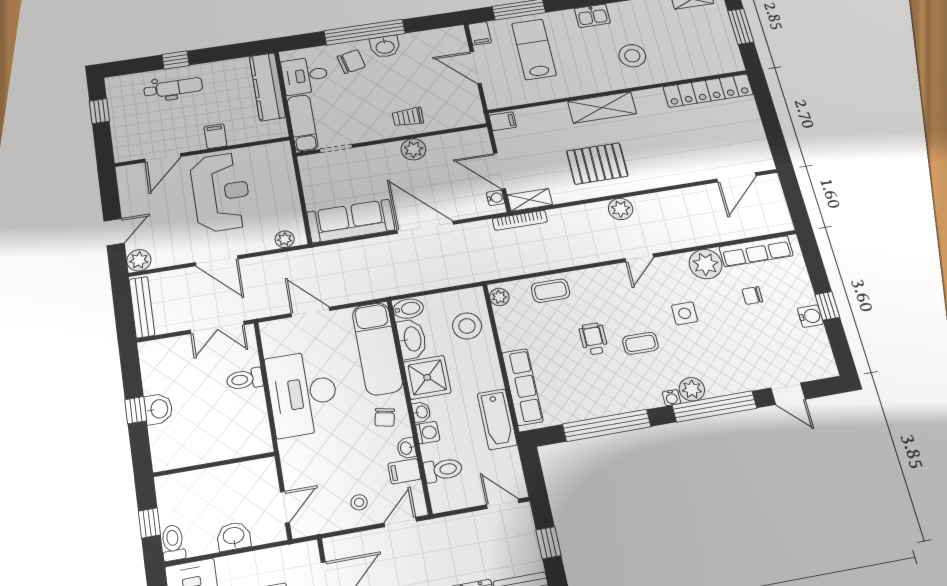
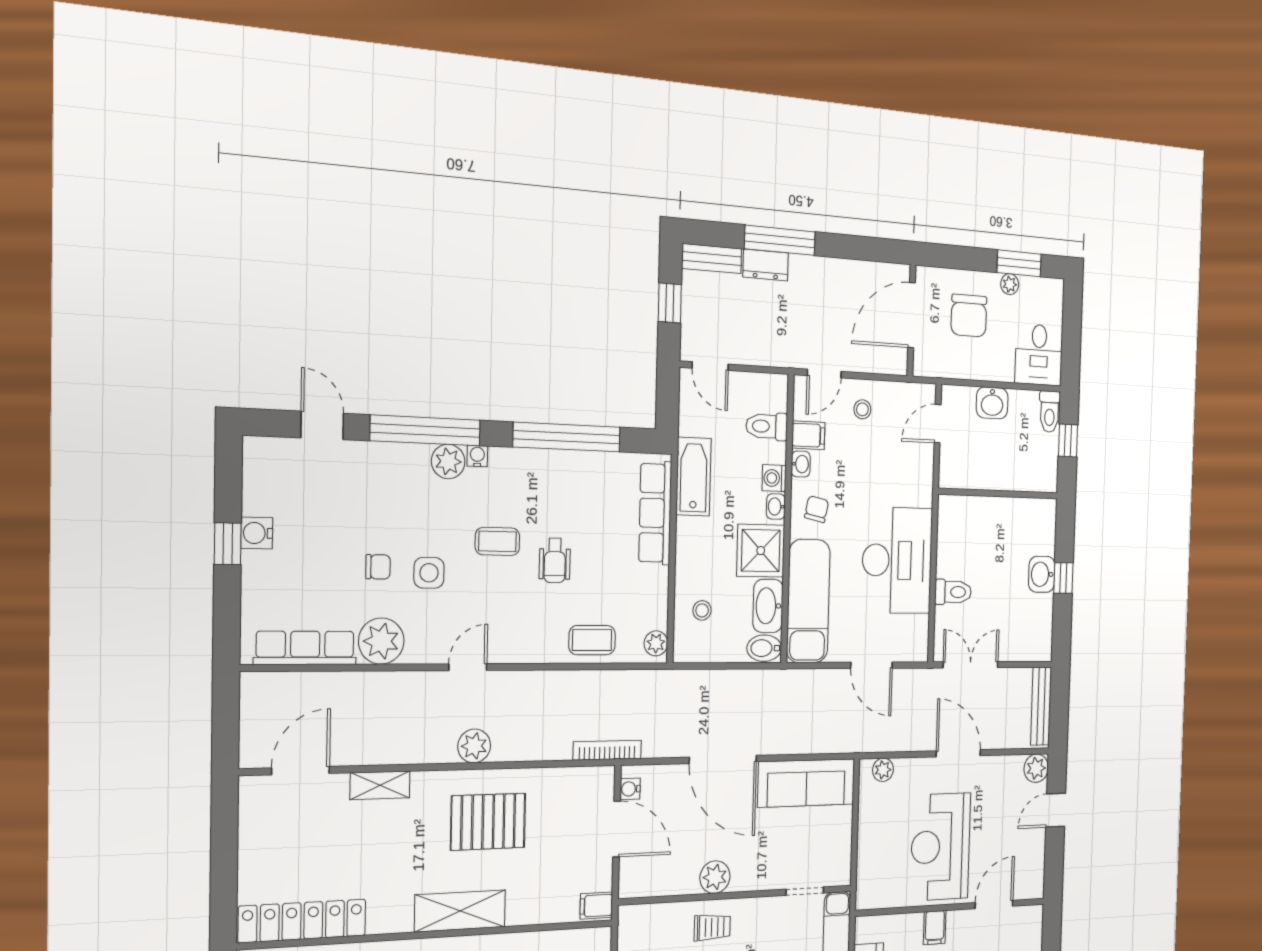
shelving: (530, 200) -> (380, 785), moved
chair: (752, 296) -> (378, 567), moved
stool: (467, 326) -> (702, 610), width x0.53, depth x0.53

